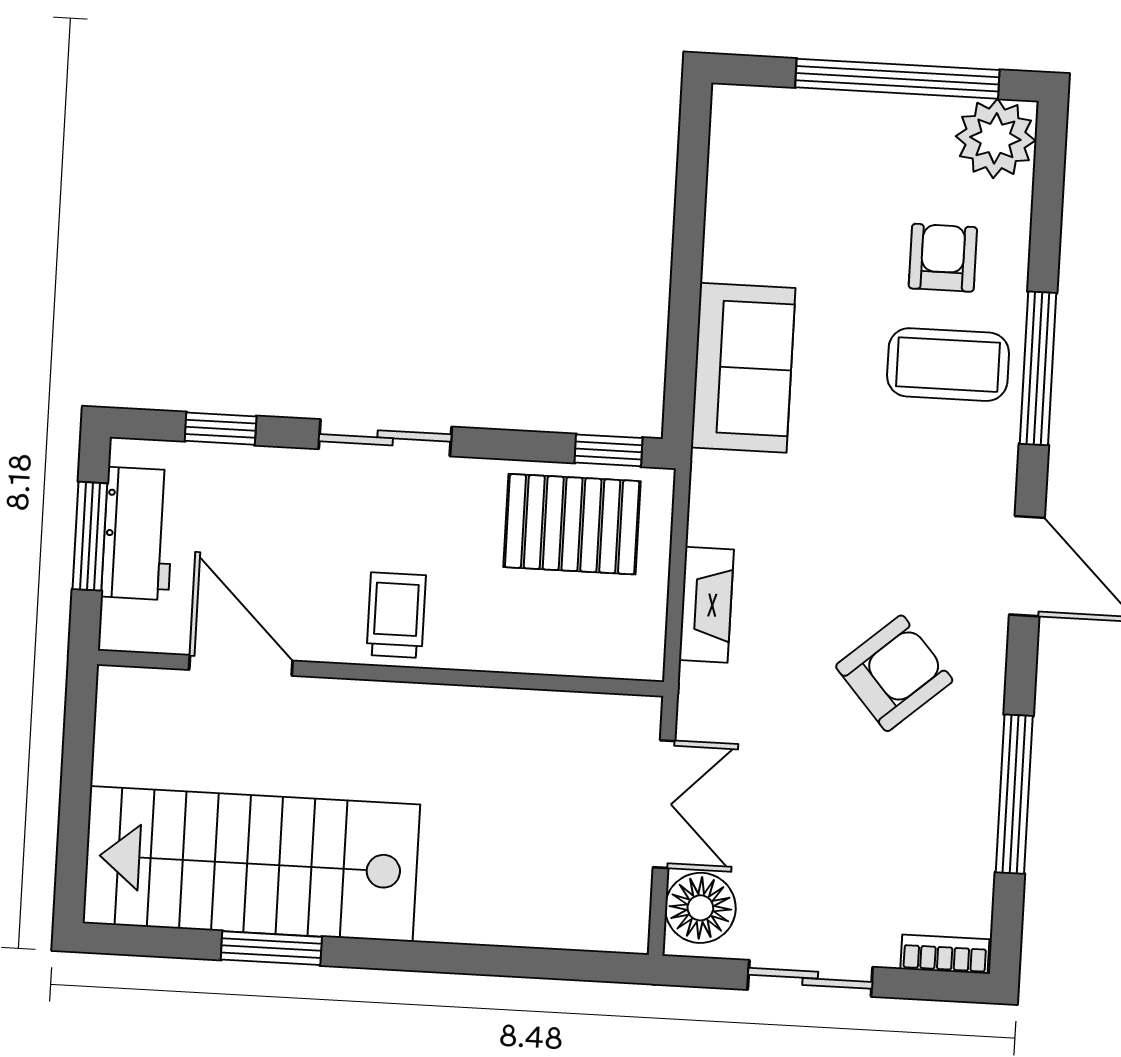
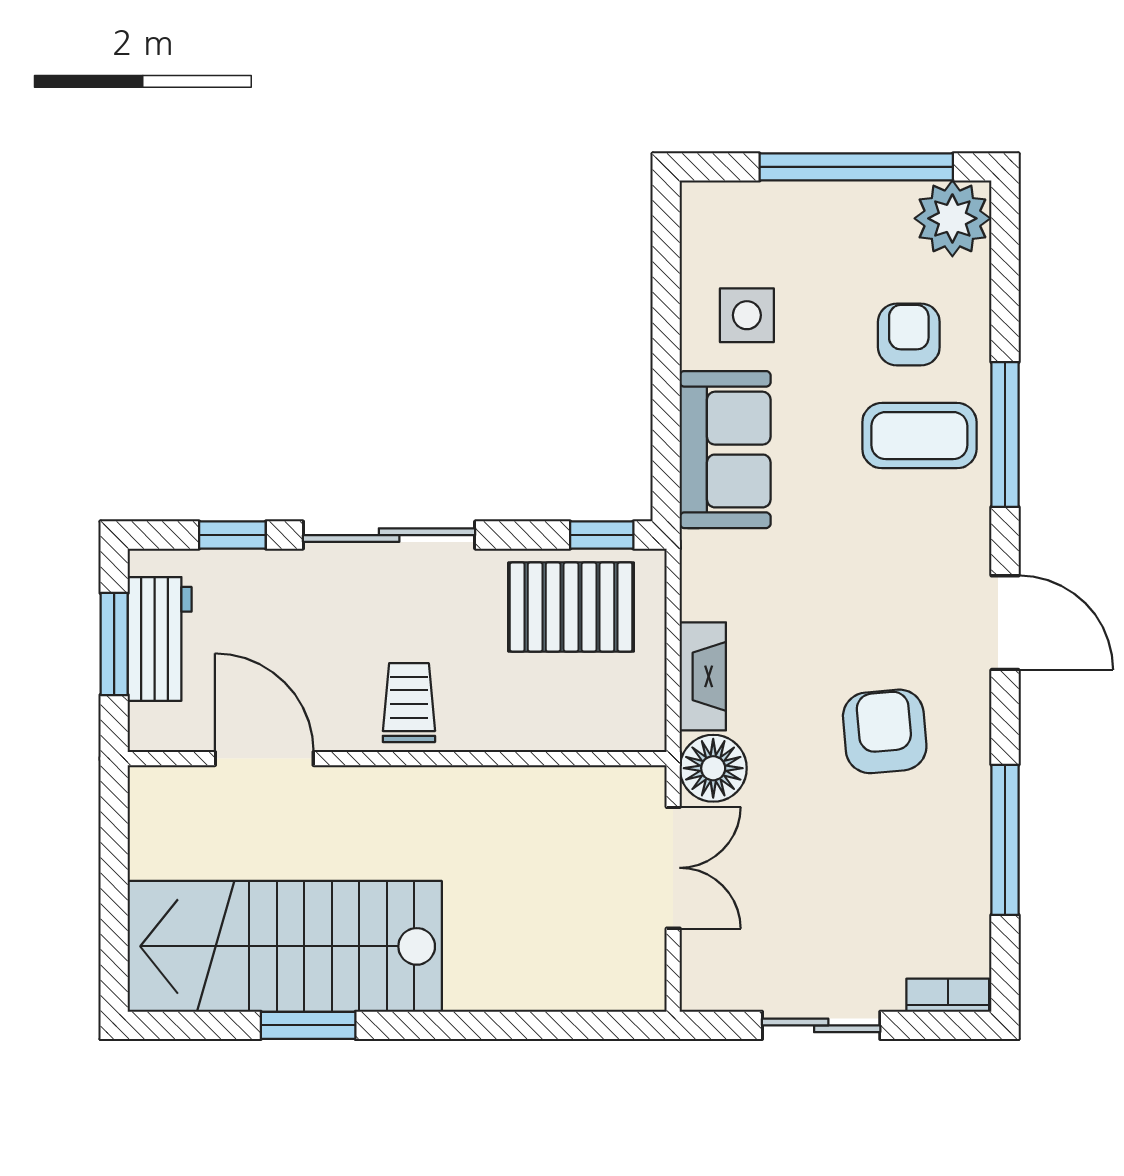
side table: (774, 228) -> (747, 315), added
sliding door: (385, 438) -> (389, 535), width x1.37
armchair: (894, 673) -> (885, 731), turned -54
floor lamp: (700, 908) -> (713, 768), moved

